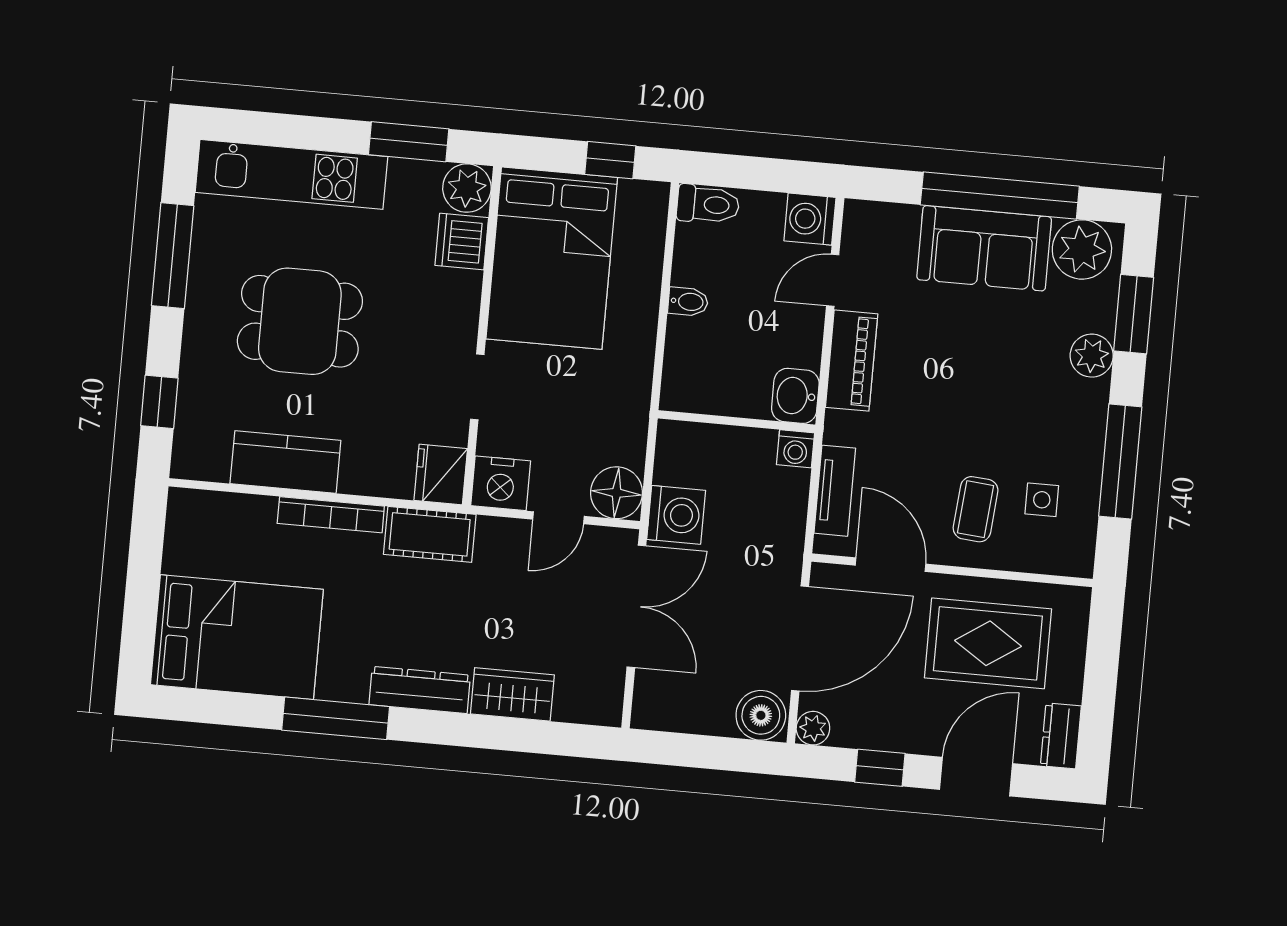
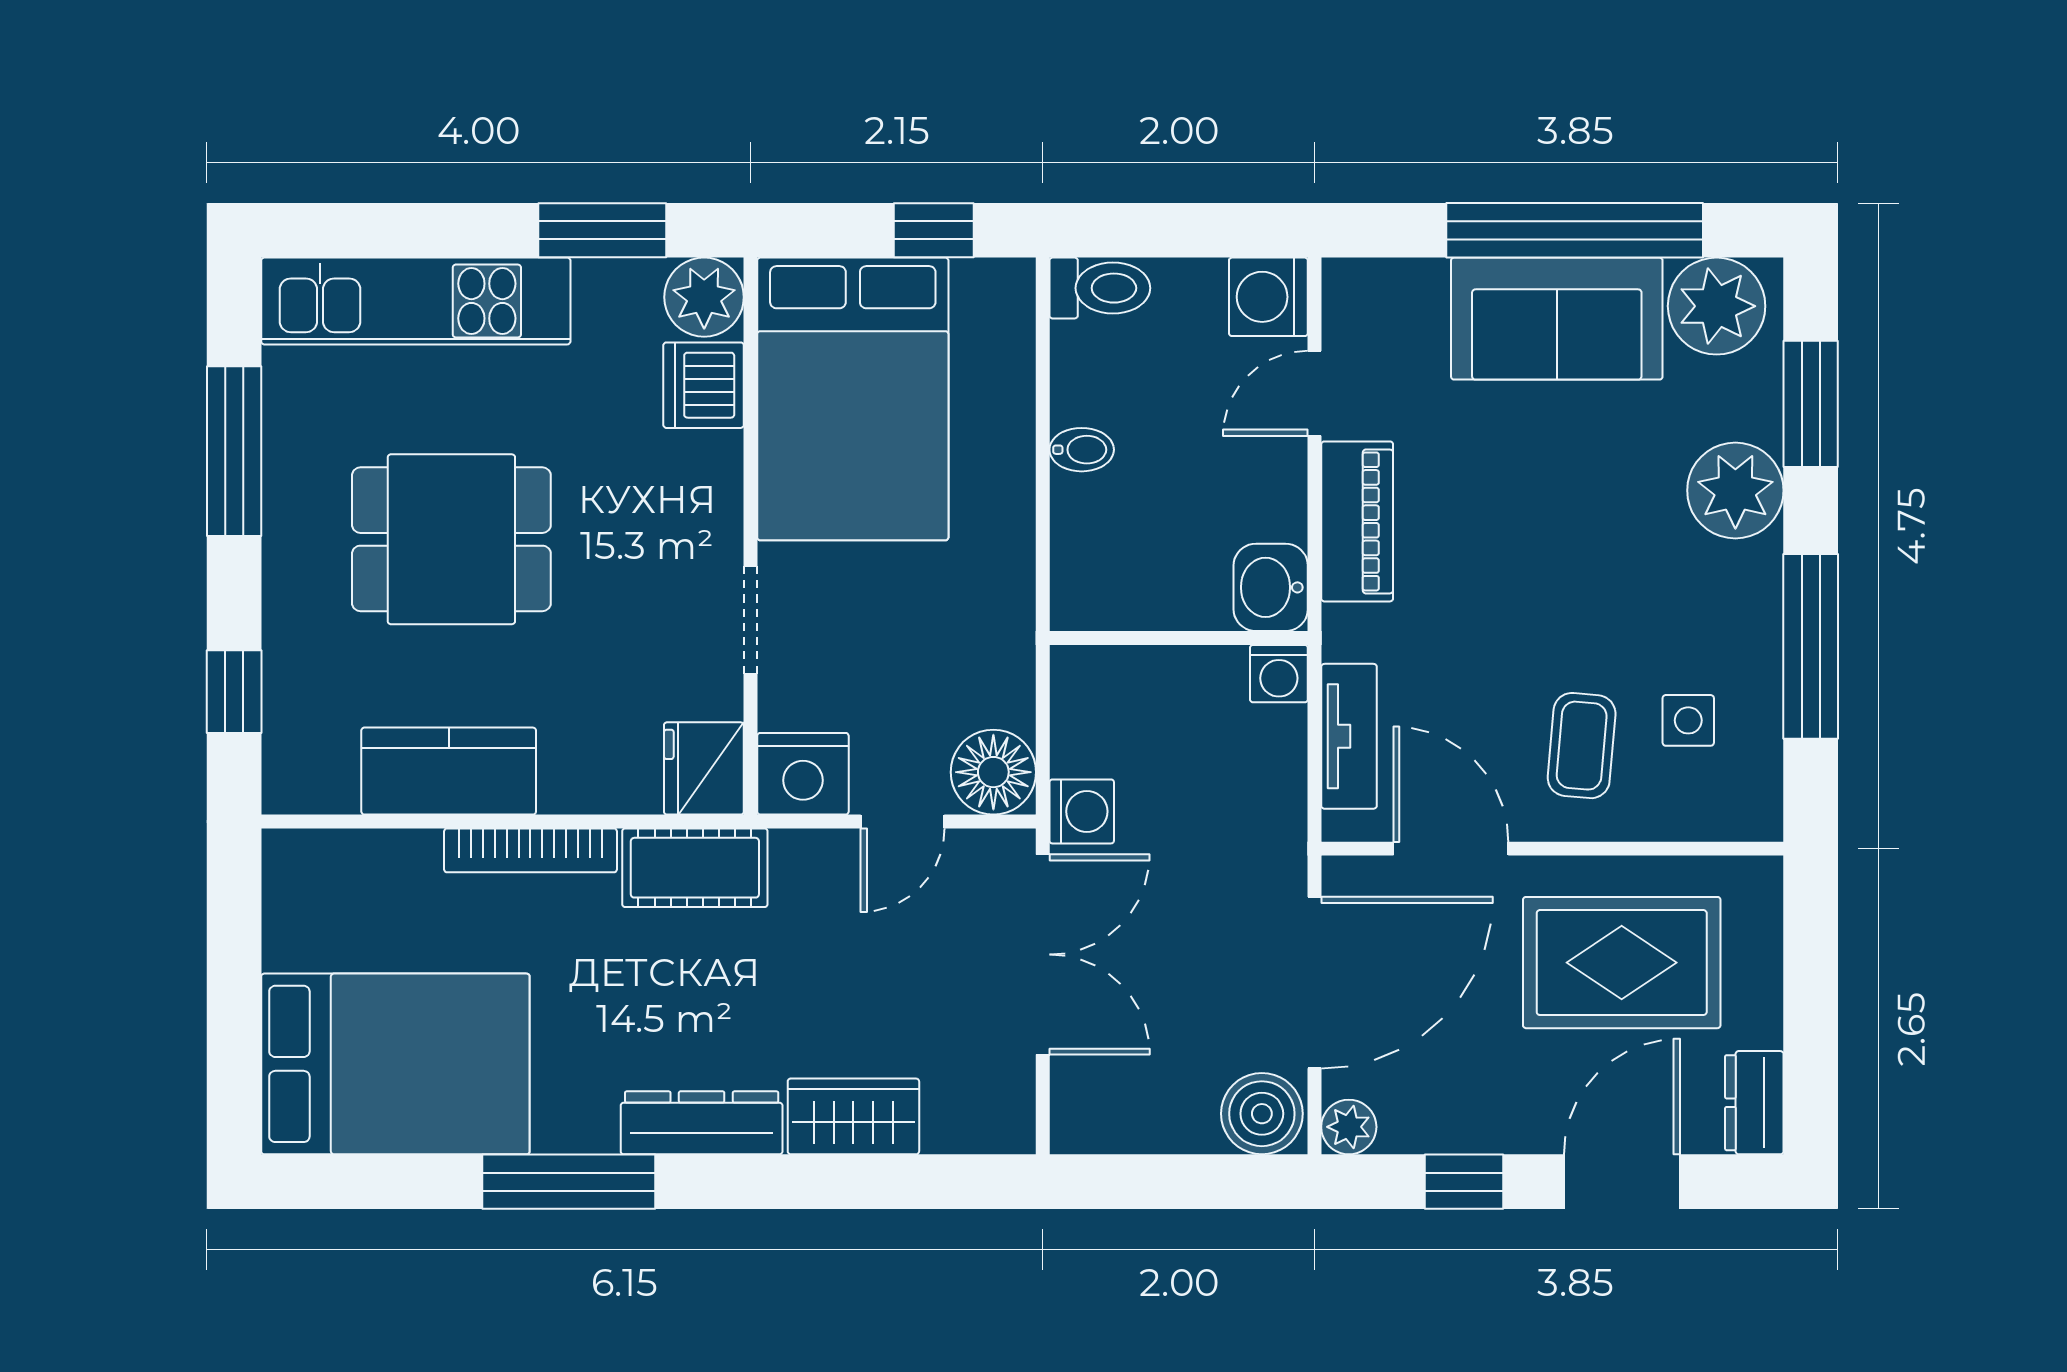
plant: (1092, 356) -> (1735, 490), width x1.36, depth x1.36
washing machine: (676, 515) -> (1082, 811), width x0.73, depth x0.73

